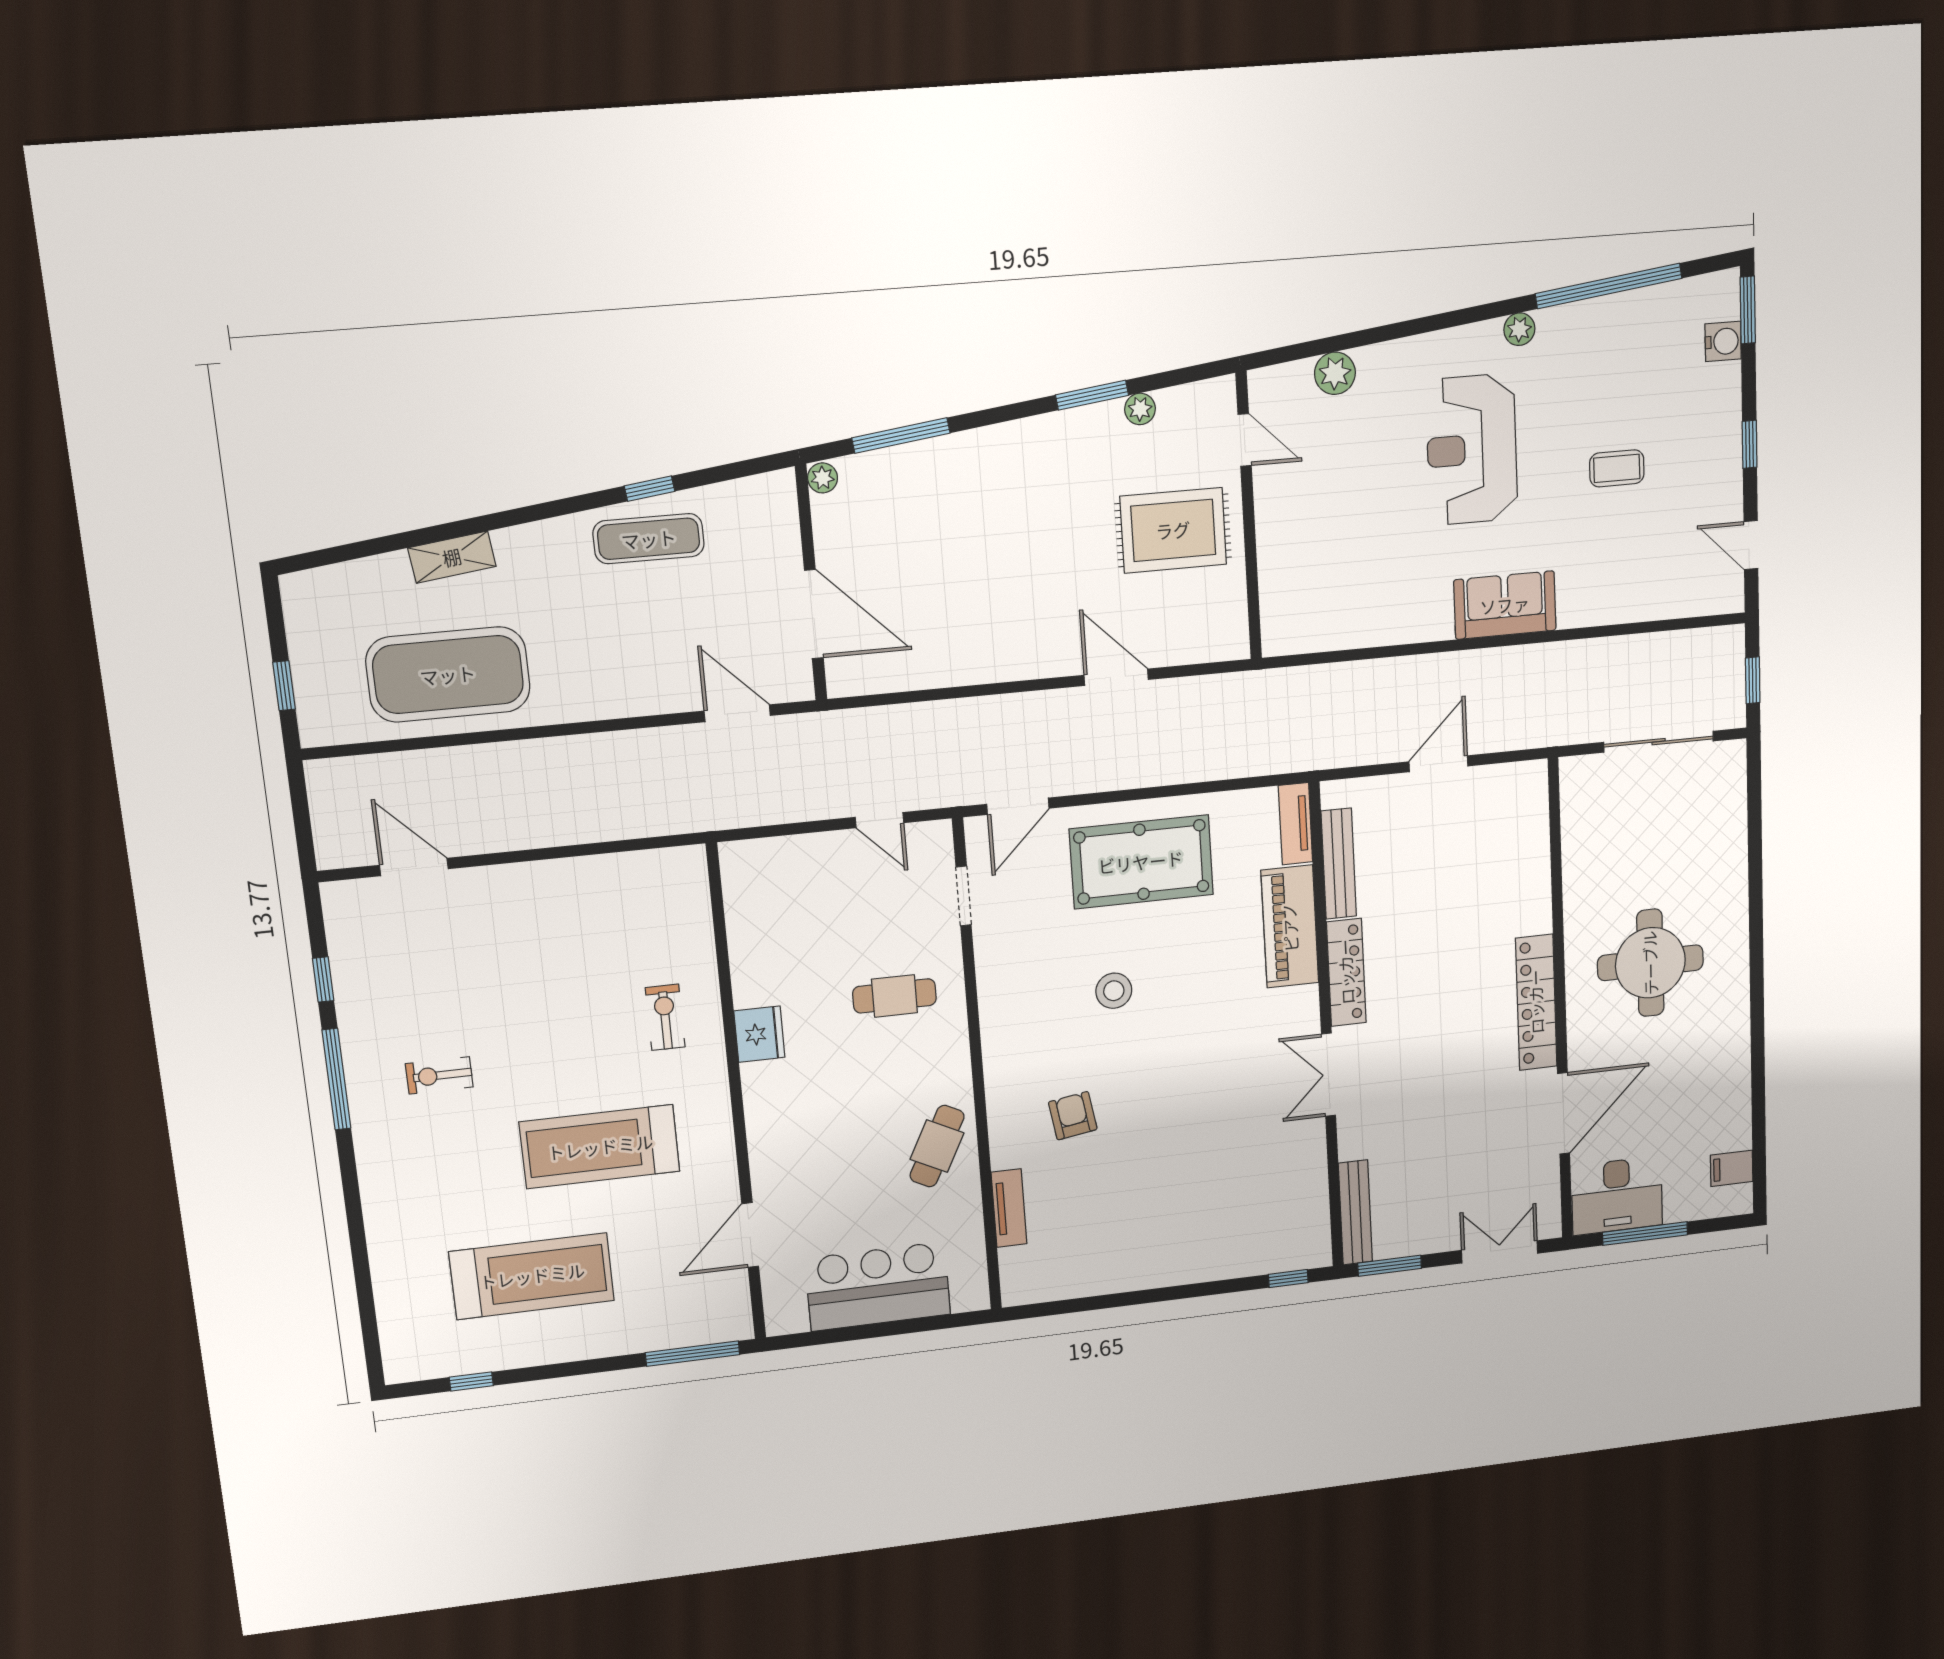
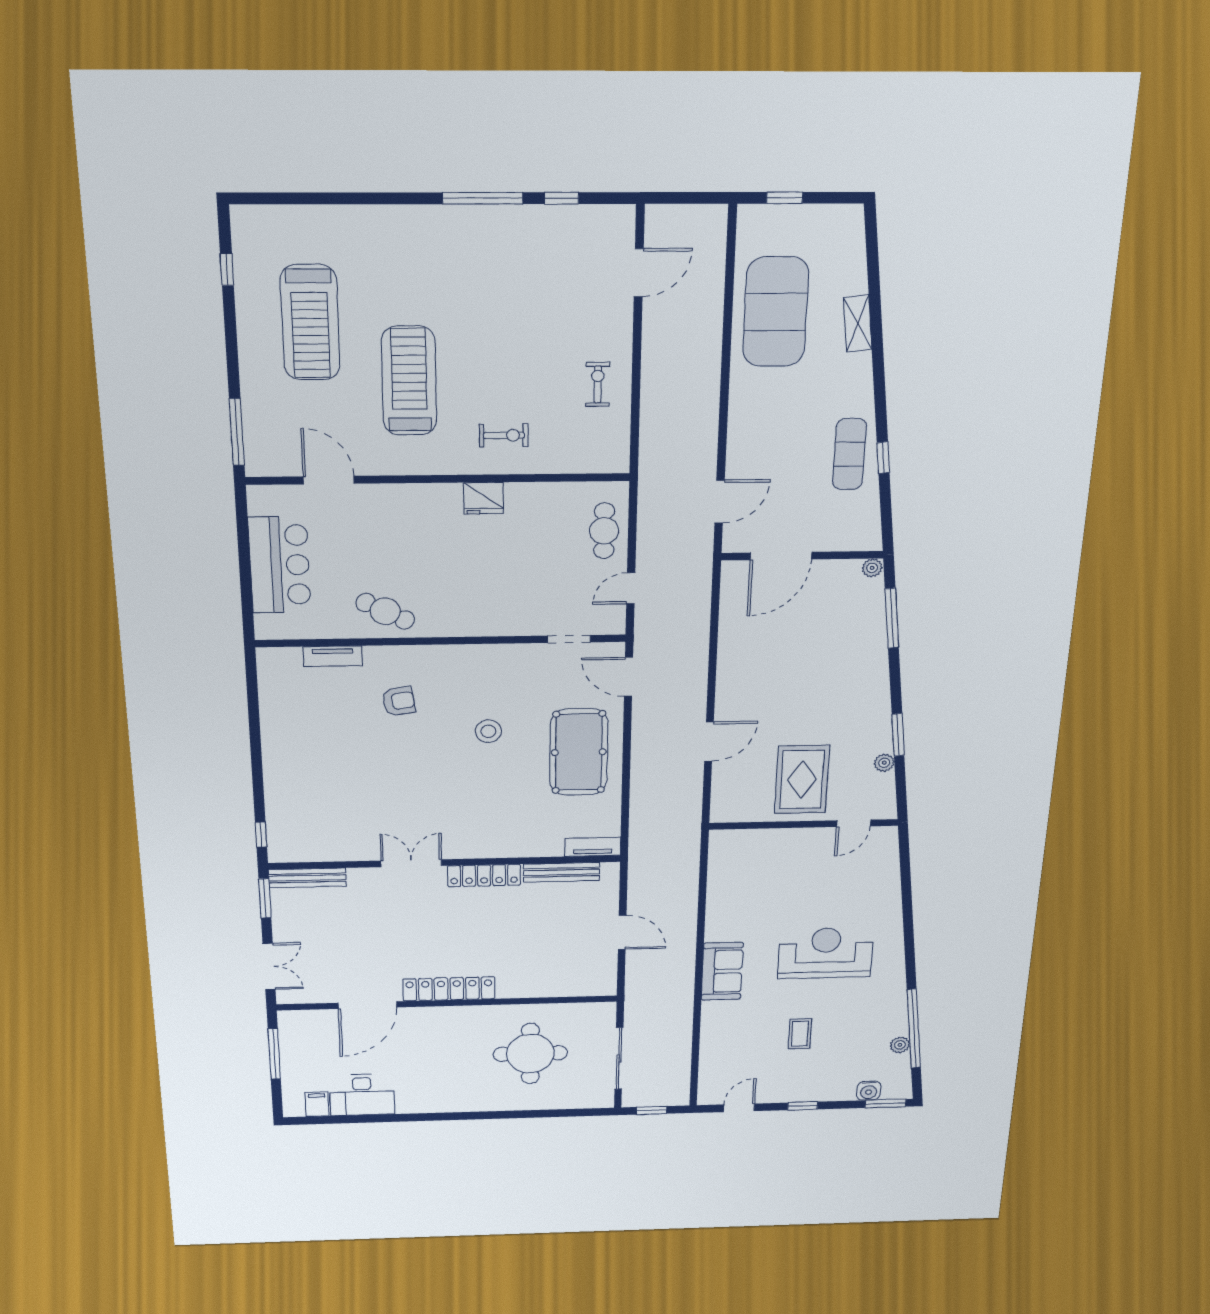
plant: (1519, 329) -> (900, 1045), moved
plant: (1335, 373) -> (887, 876), removed
piano: (1290, 927) -> (521, 842), removed
round table: (1650, 963) -> (530, 1054), moved
cafe table: (894, 996) -> (604, 531), moved
exercise bike: (439, 1075) -> (598, 384), moved
door: (1564, 1113) -> (367, 1005), hinge flipped
desk: (1617, 1196) -> (362, 1095), moved, turned -90

